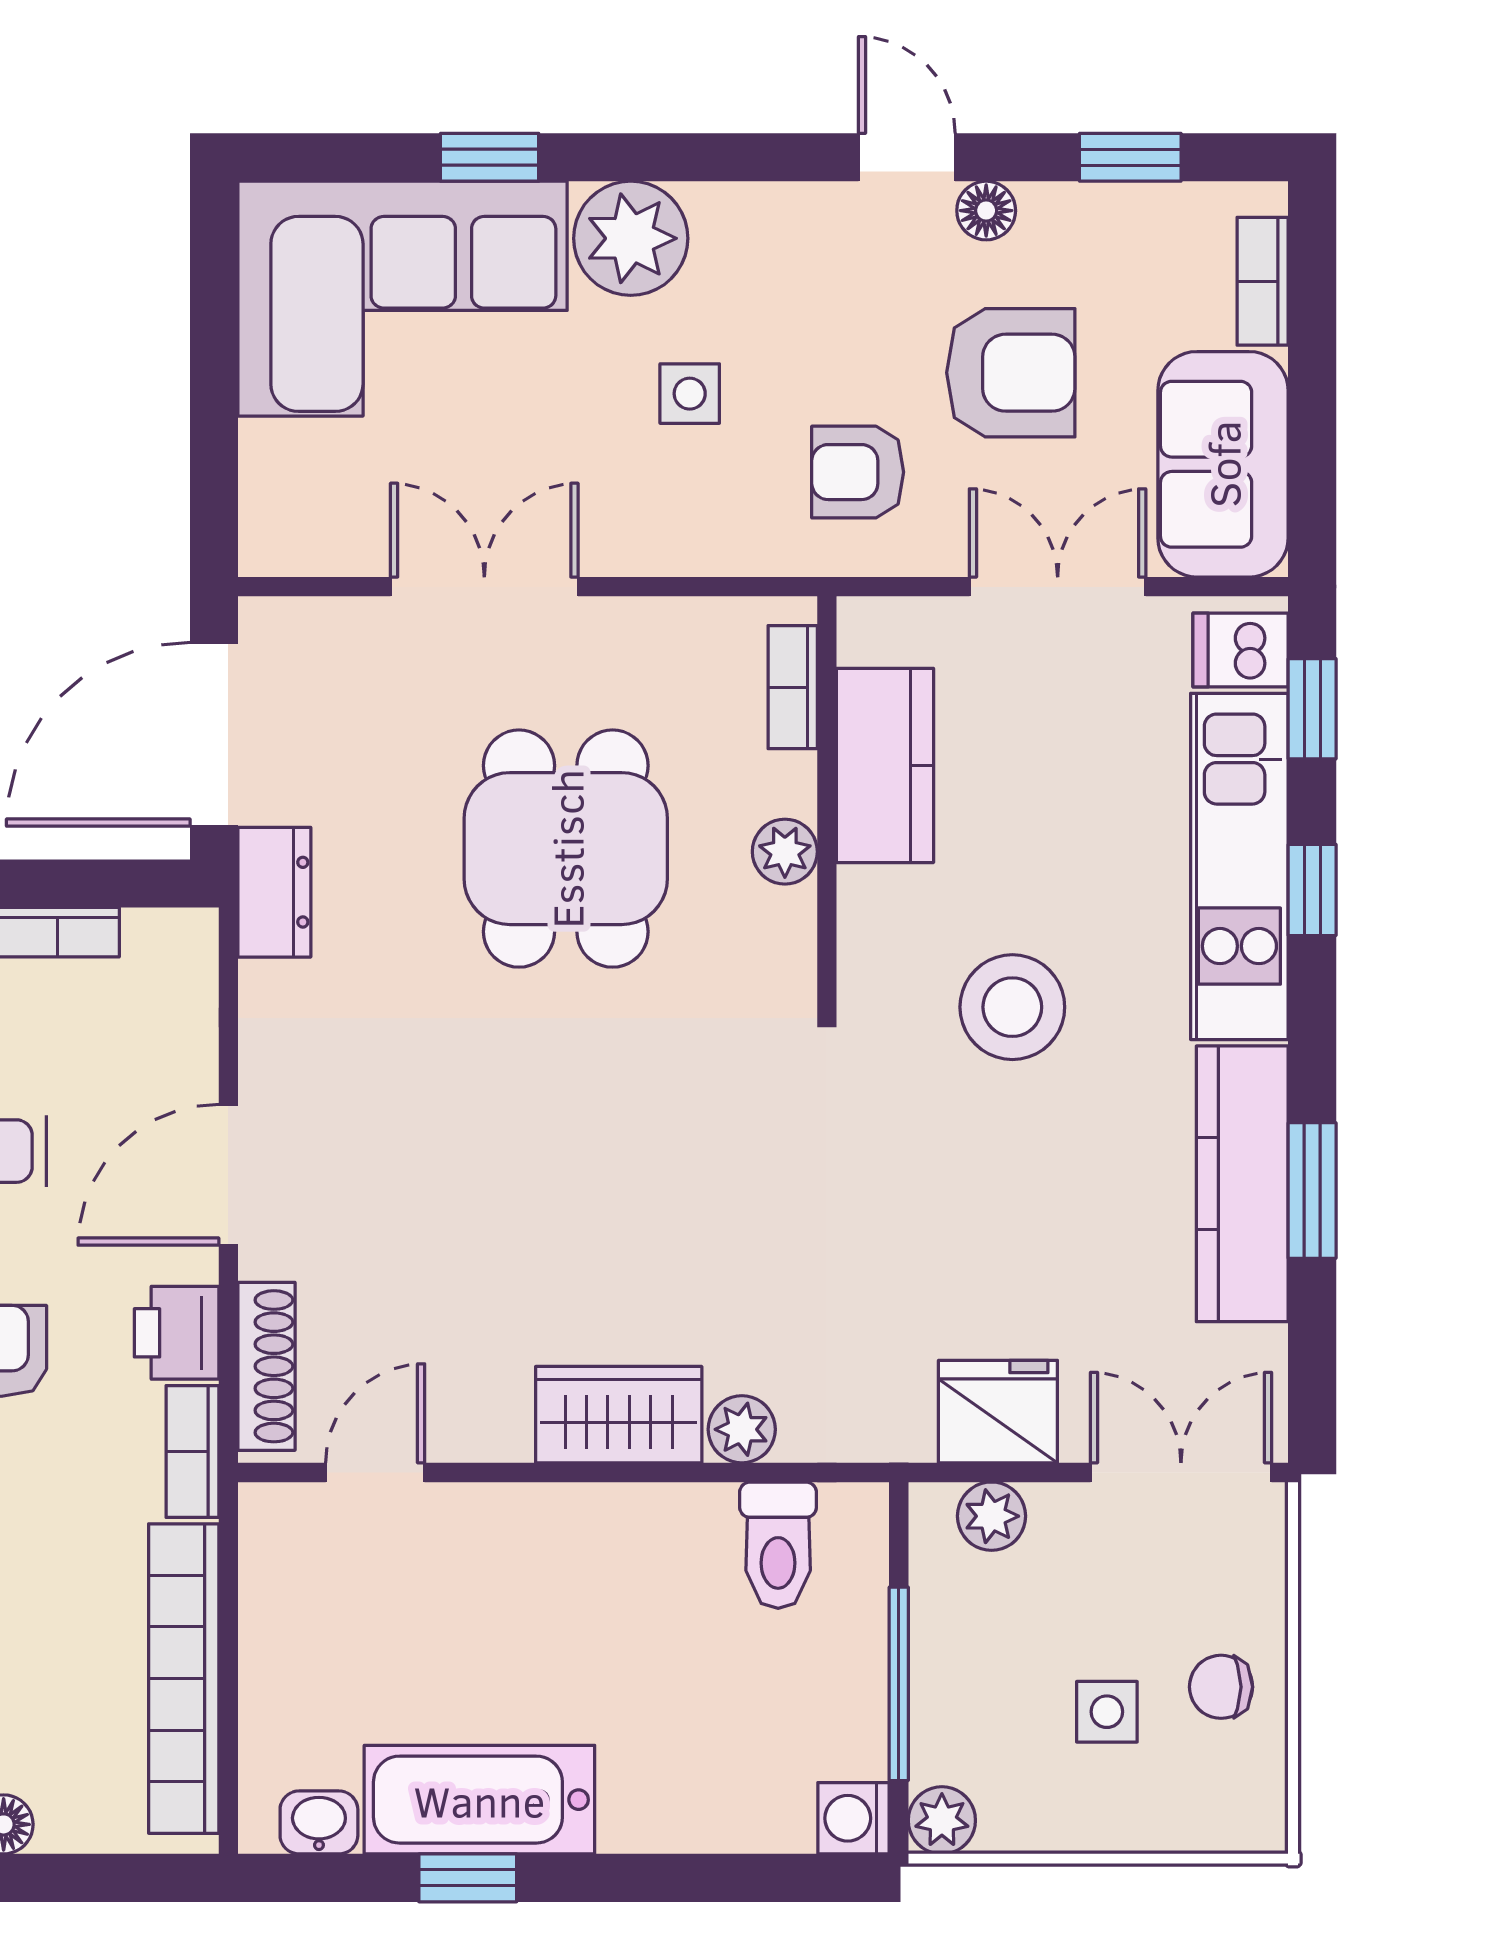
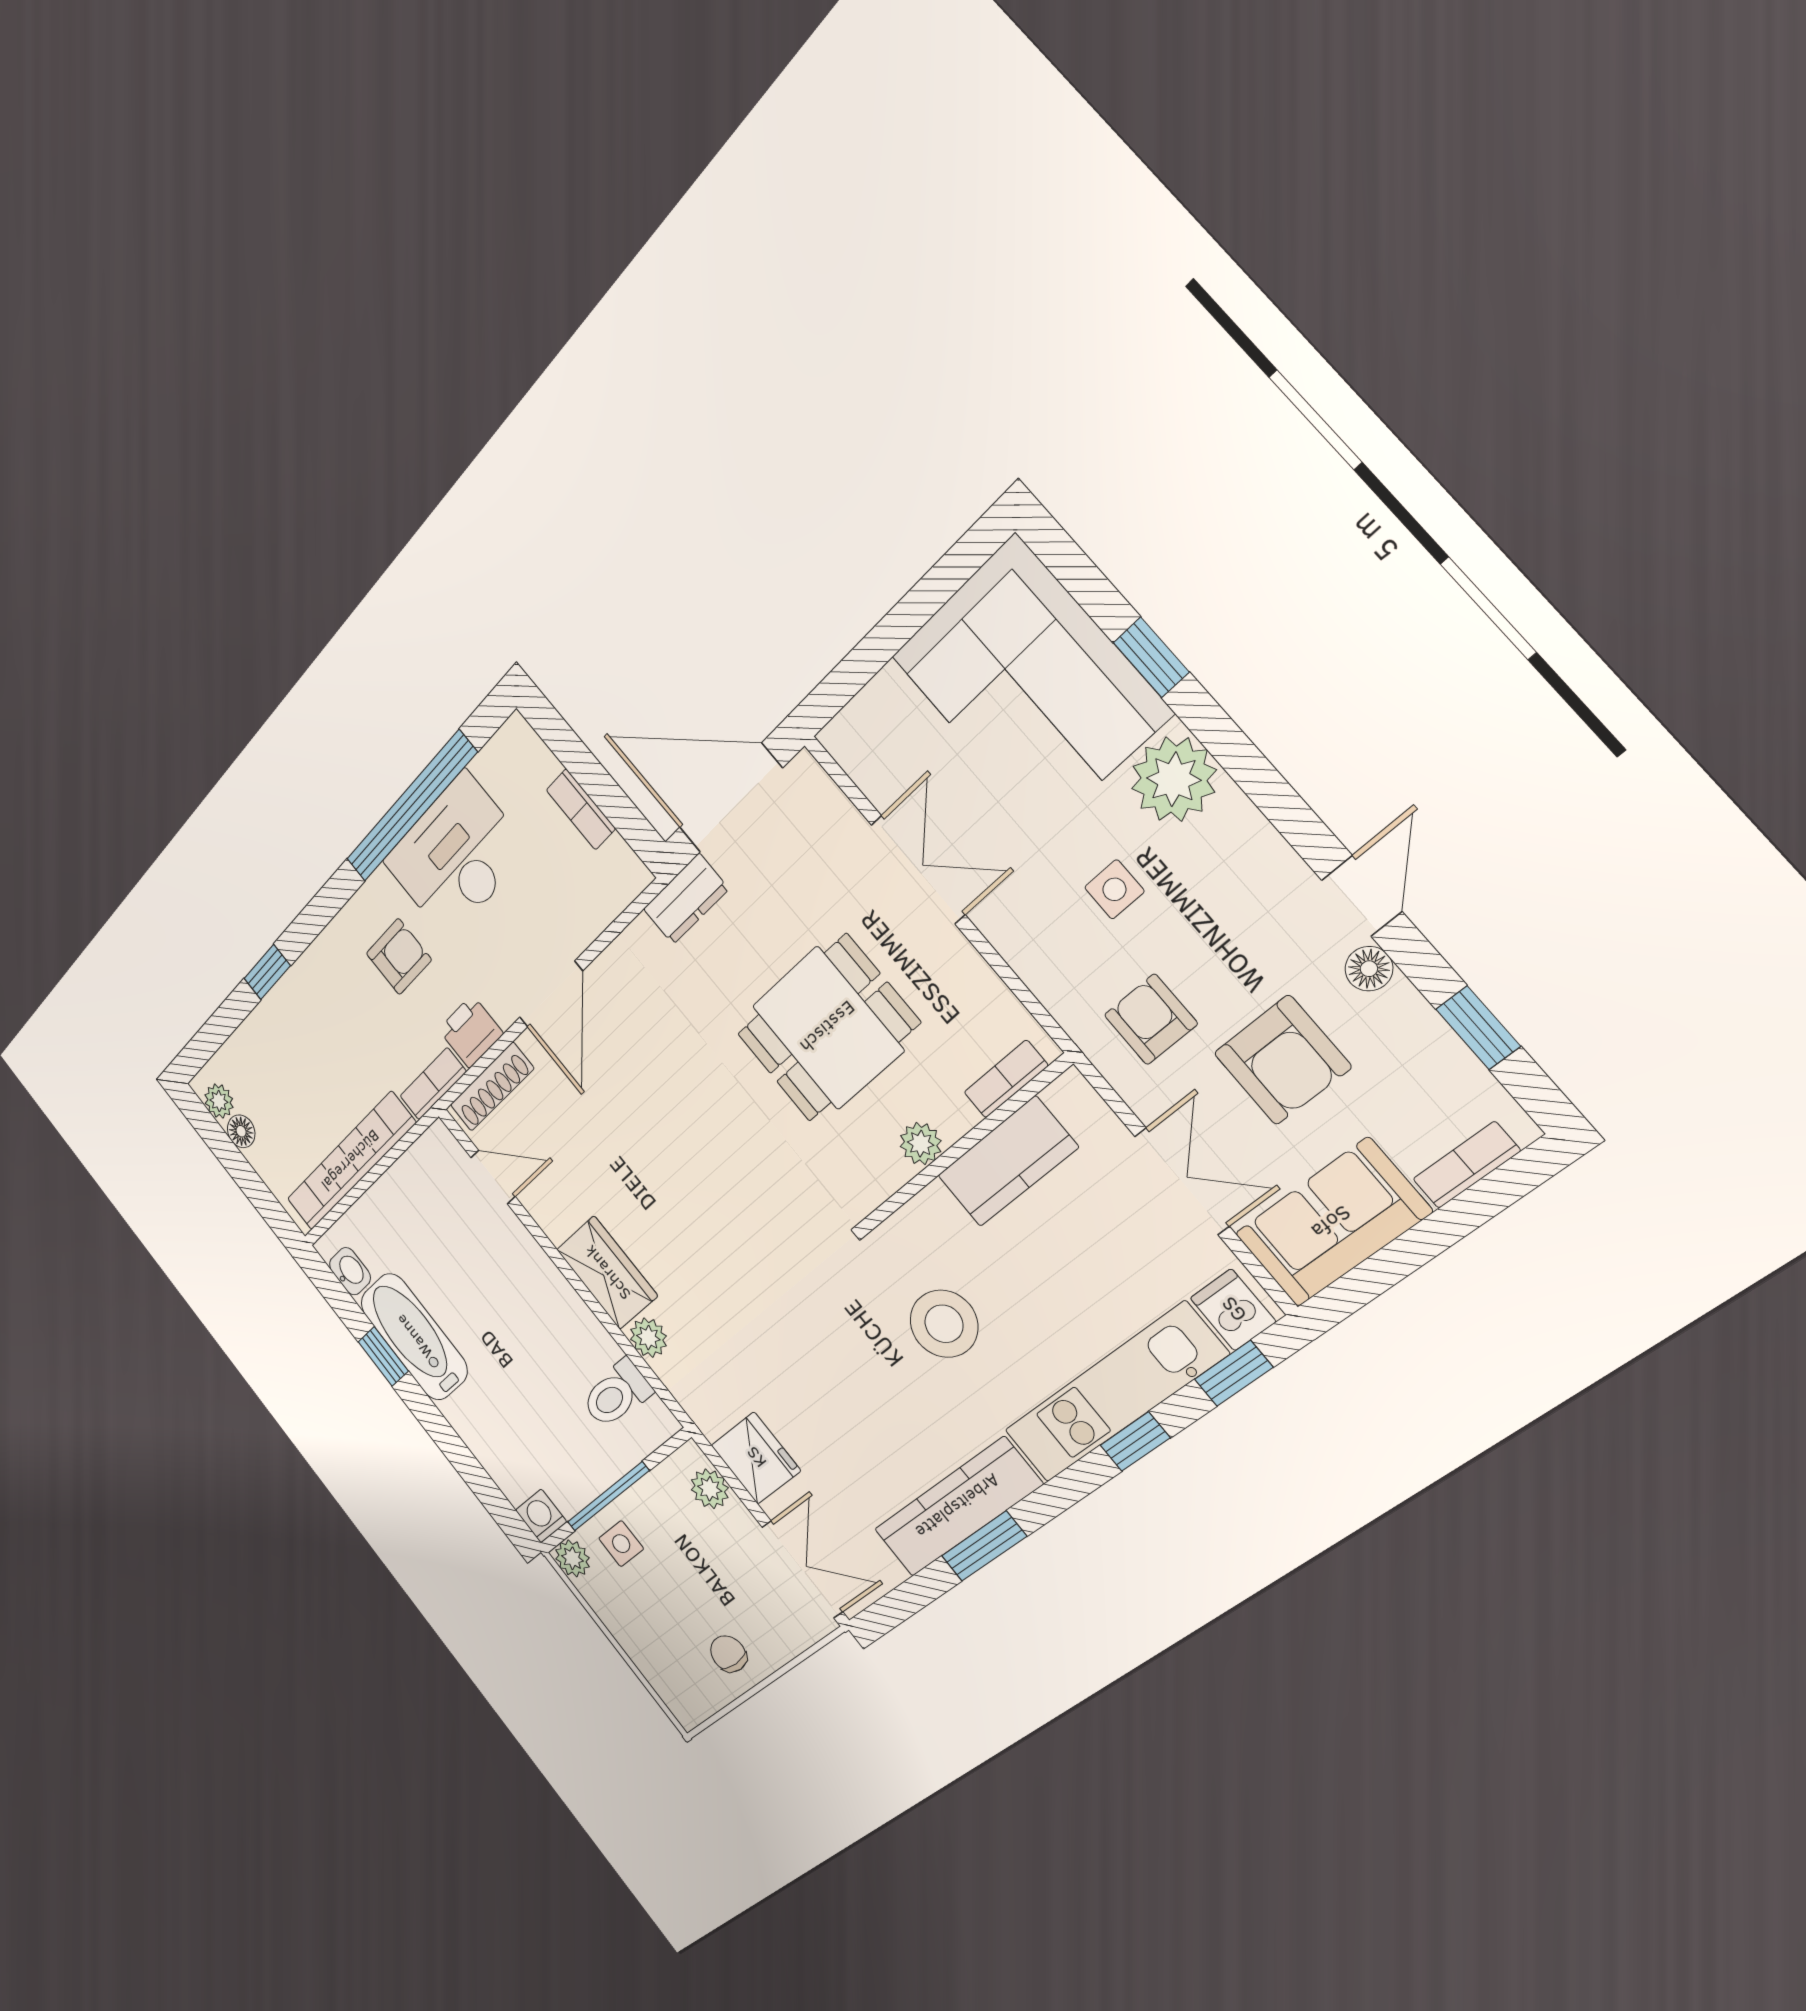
door: (228, 1175) -> (551, 994), swing flipped
side table: (1107, 1712) -> (621, 1544), moved

